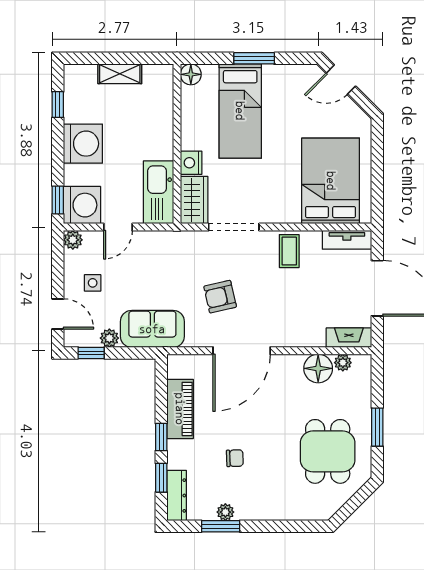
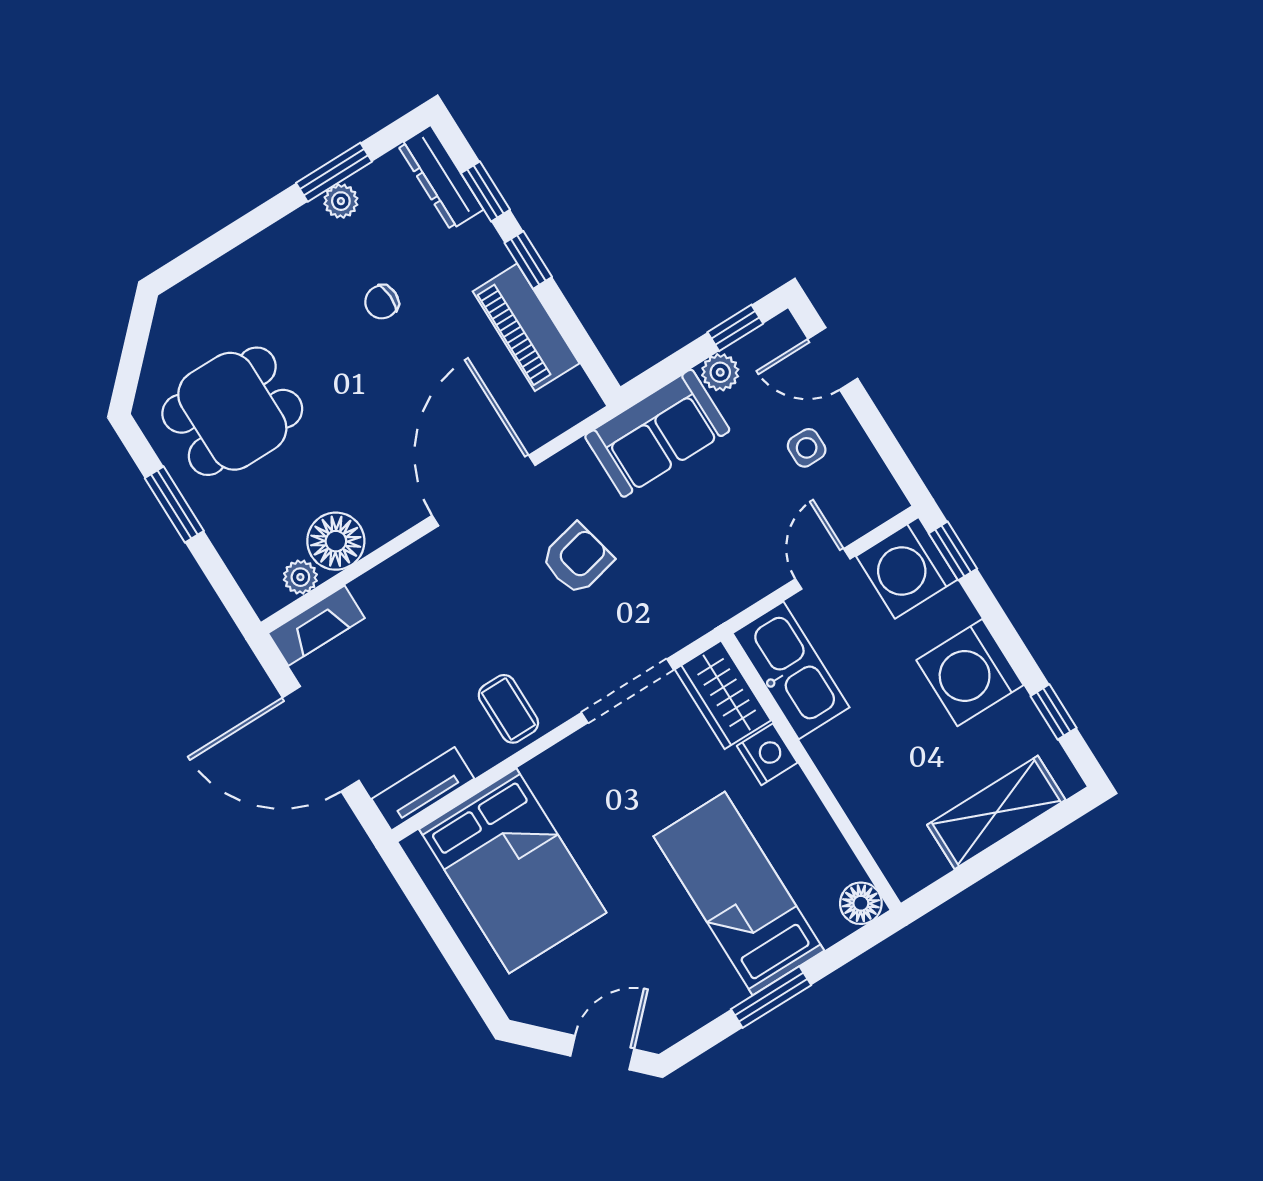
shelving: (120, 74) -> (996, 812), width x1.50, depth x1.33
plant: (73, 240) -> (885, 500), removed
dining table: (328, 451) -> (232, 411), turned 90

